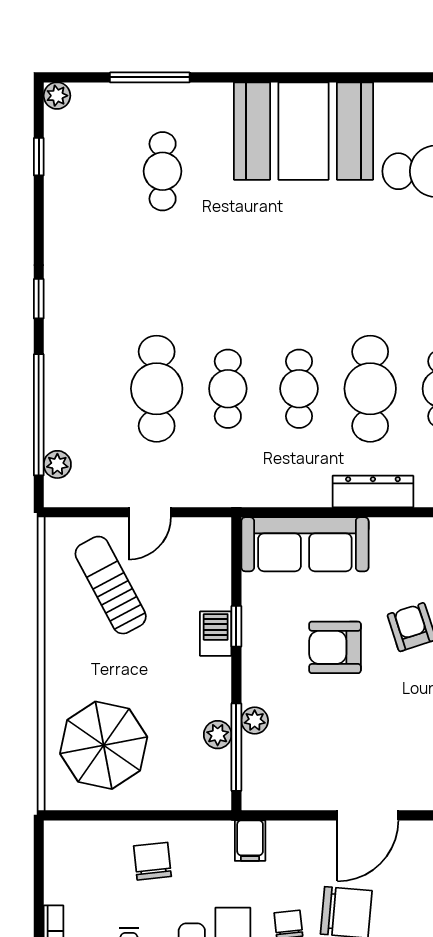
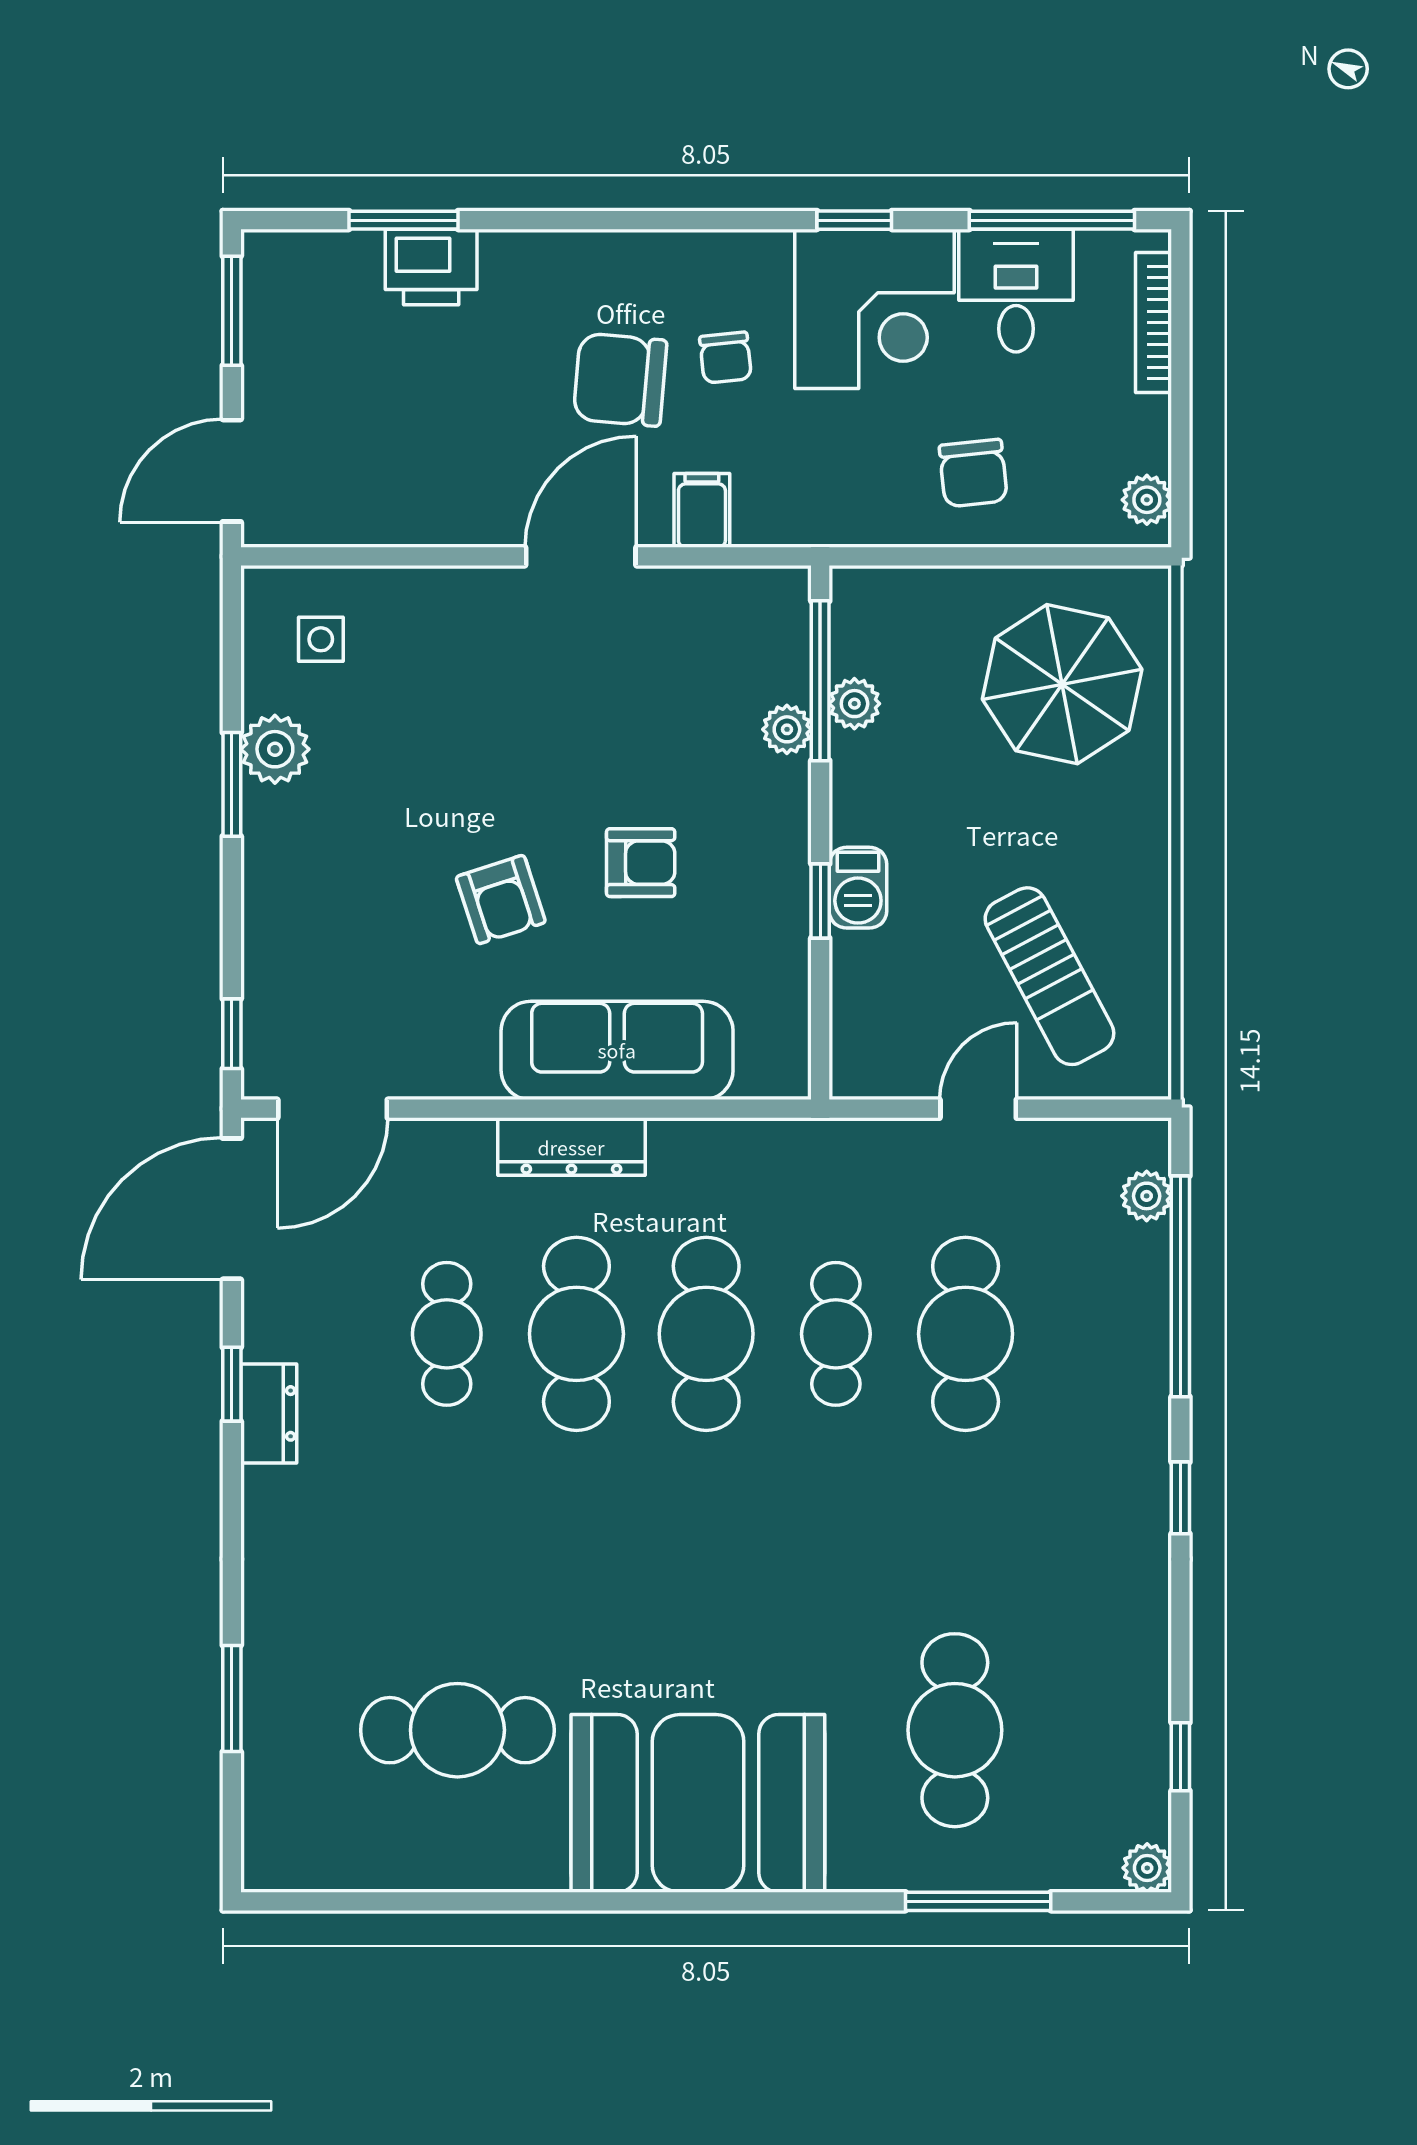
cafe table: (163, 171) -> (955, 1730), width x1.37, depth x1.35
cafe table: (299, 389) -> (706, 1334), width x1.37, depth x1.35
sofa: (305, 544) -> (617, 1050), moved
armchair: (335, 647) -> (641, 863), width x0.72, depth x0.72
filing cabinet: (250, 841) -> (702, 510), moved
plant: (57, 846) -> (1147, 500), added

